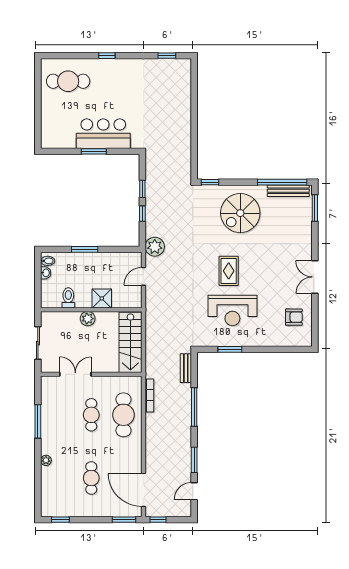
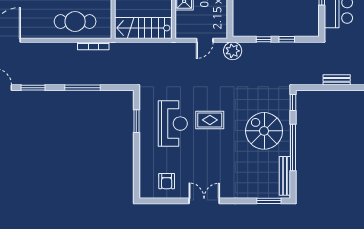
window: (282, 182) -> (293, 148), moved
door: (143, 276) -> (205, 40), swing flipped
reception desk: (232, 310) -> (173, 124), turned 180
bench: (186, 368) -> (337, 80), moved

